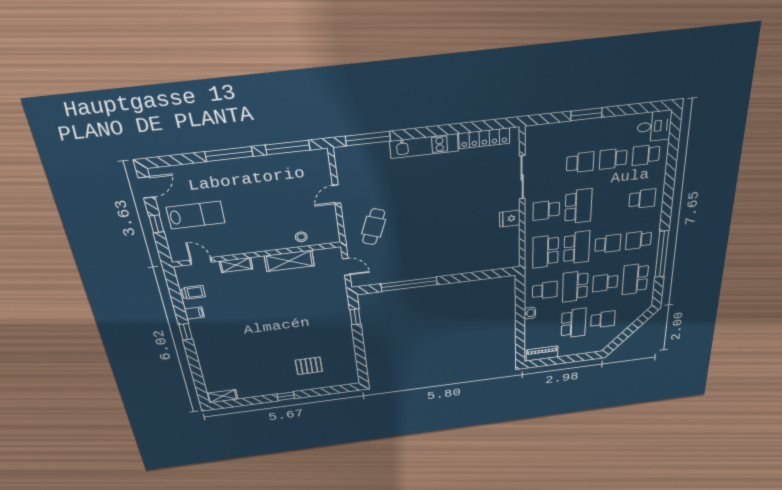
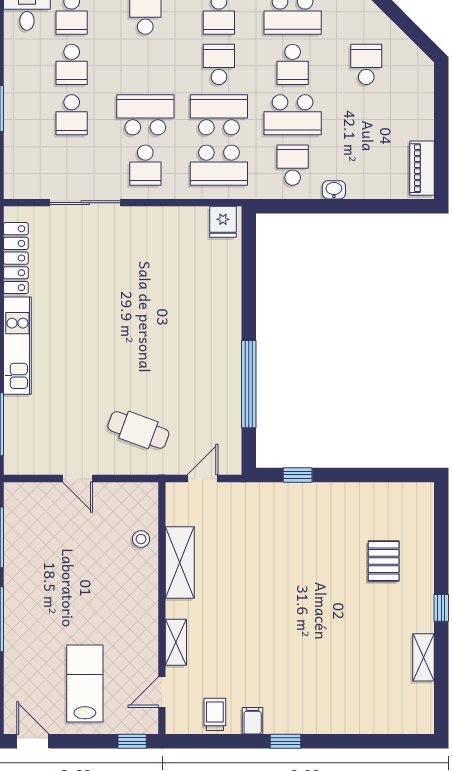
school desk: (580, 162) -> (72, 115), turned 180
fridge: (510, 219) -> (223, 222), moved
window: (156, 224) -> (132, 741), moved
school desk: (574, 323) -> (366, 115), removed
shelving: (222, 396) -> (424, 657), moved

